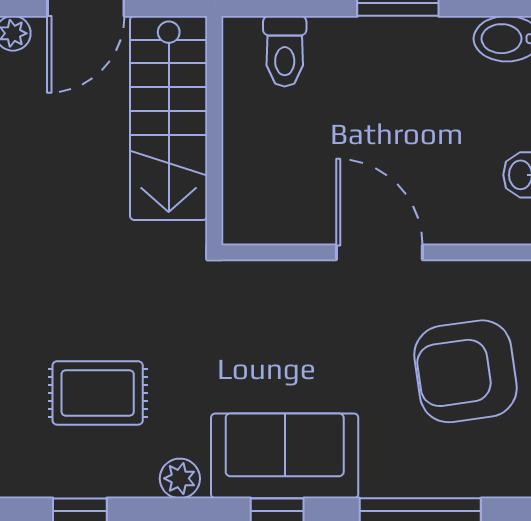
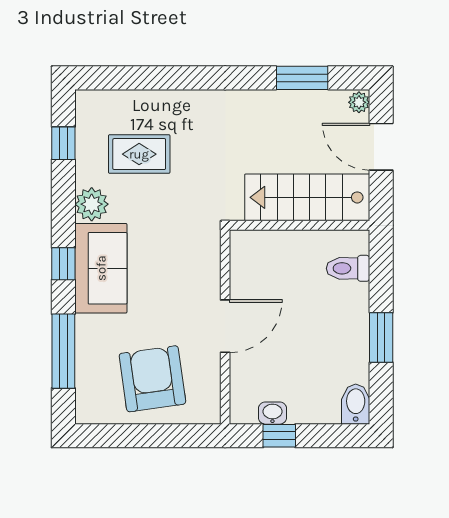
rug: (98, 393) -> (139, 154), turned 90
plant: (180, 478) -> (92, 204), width x1.38, depth x1.38

